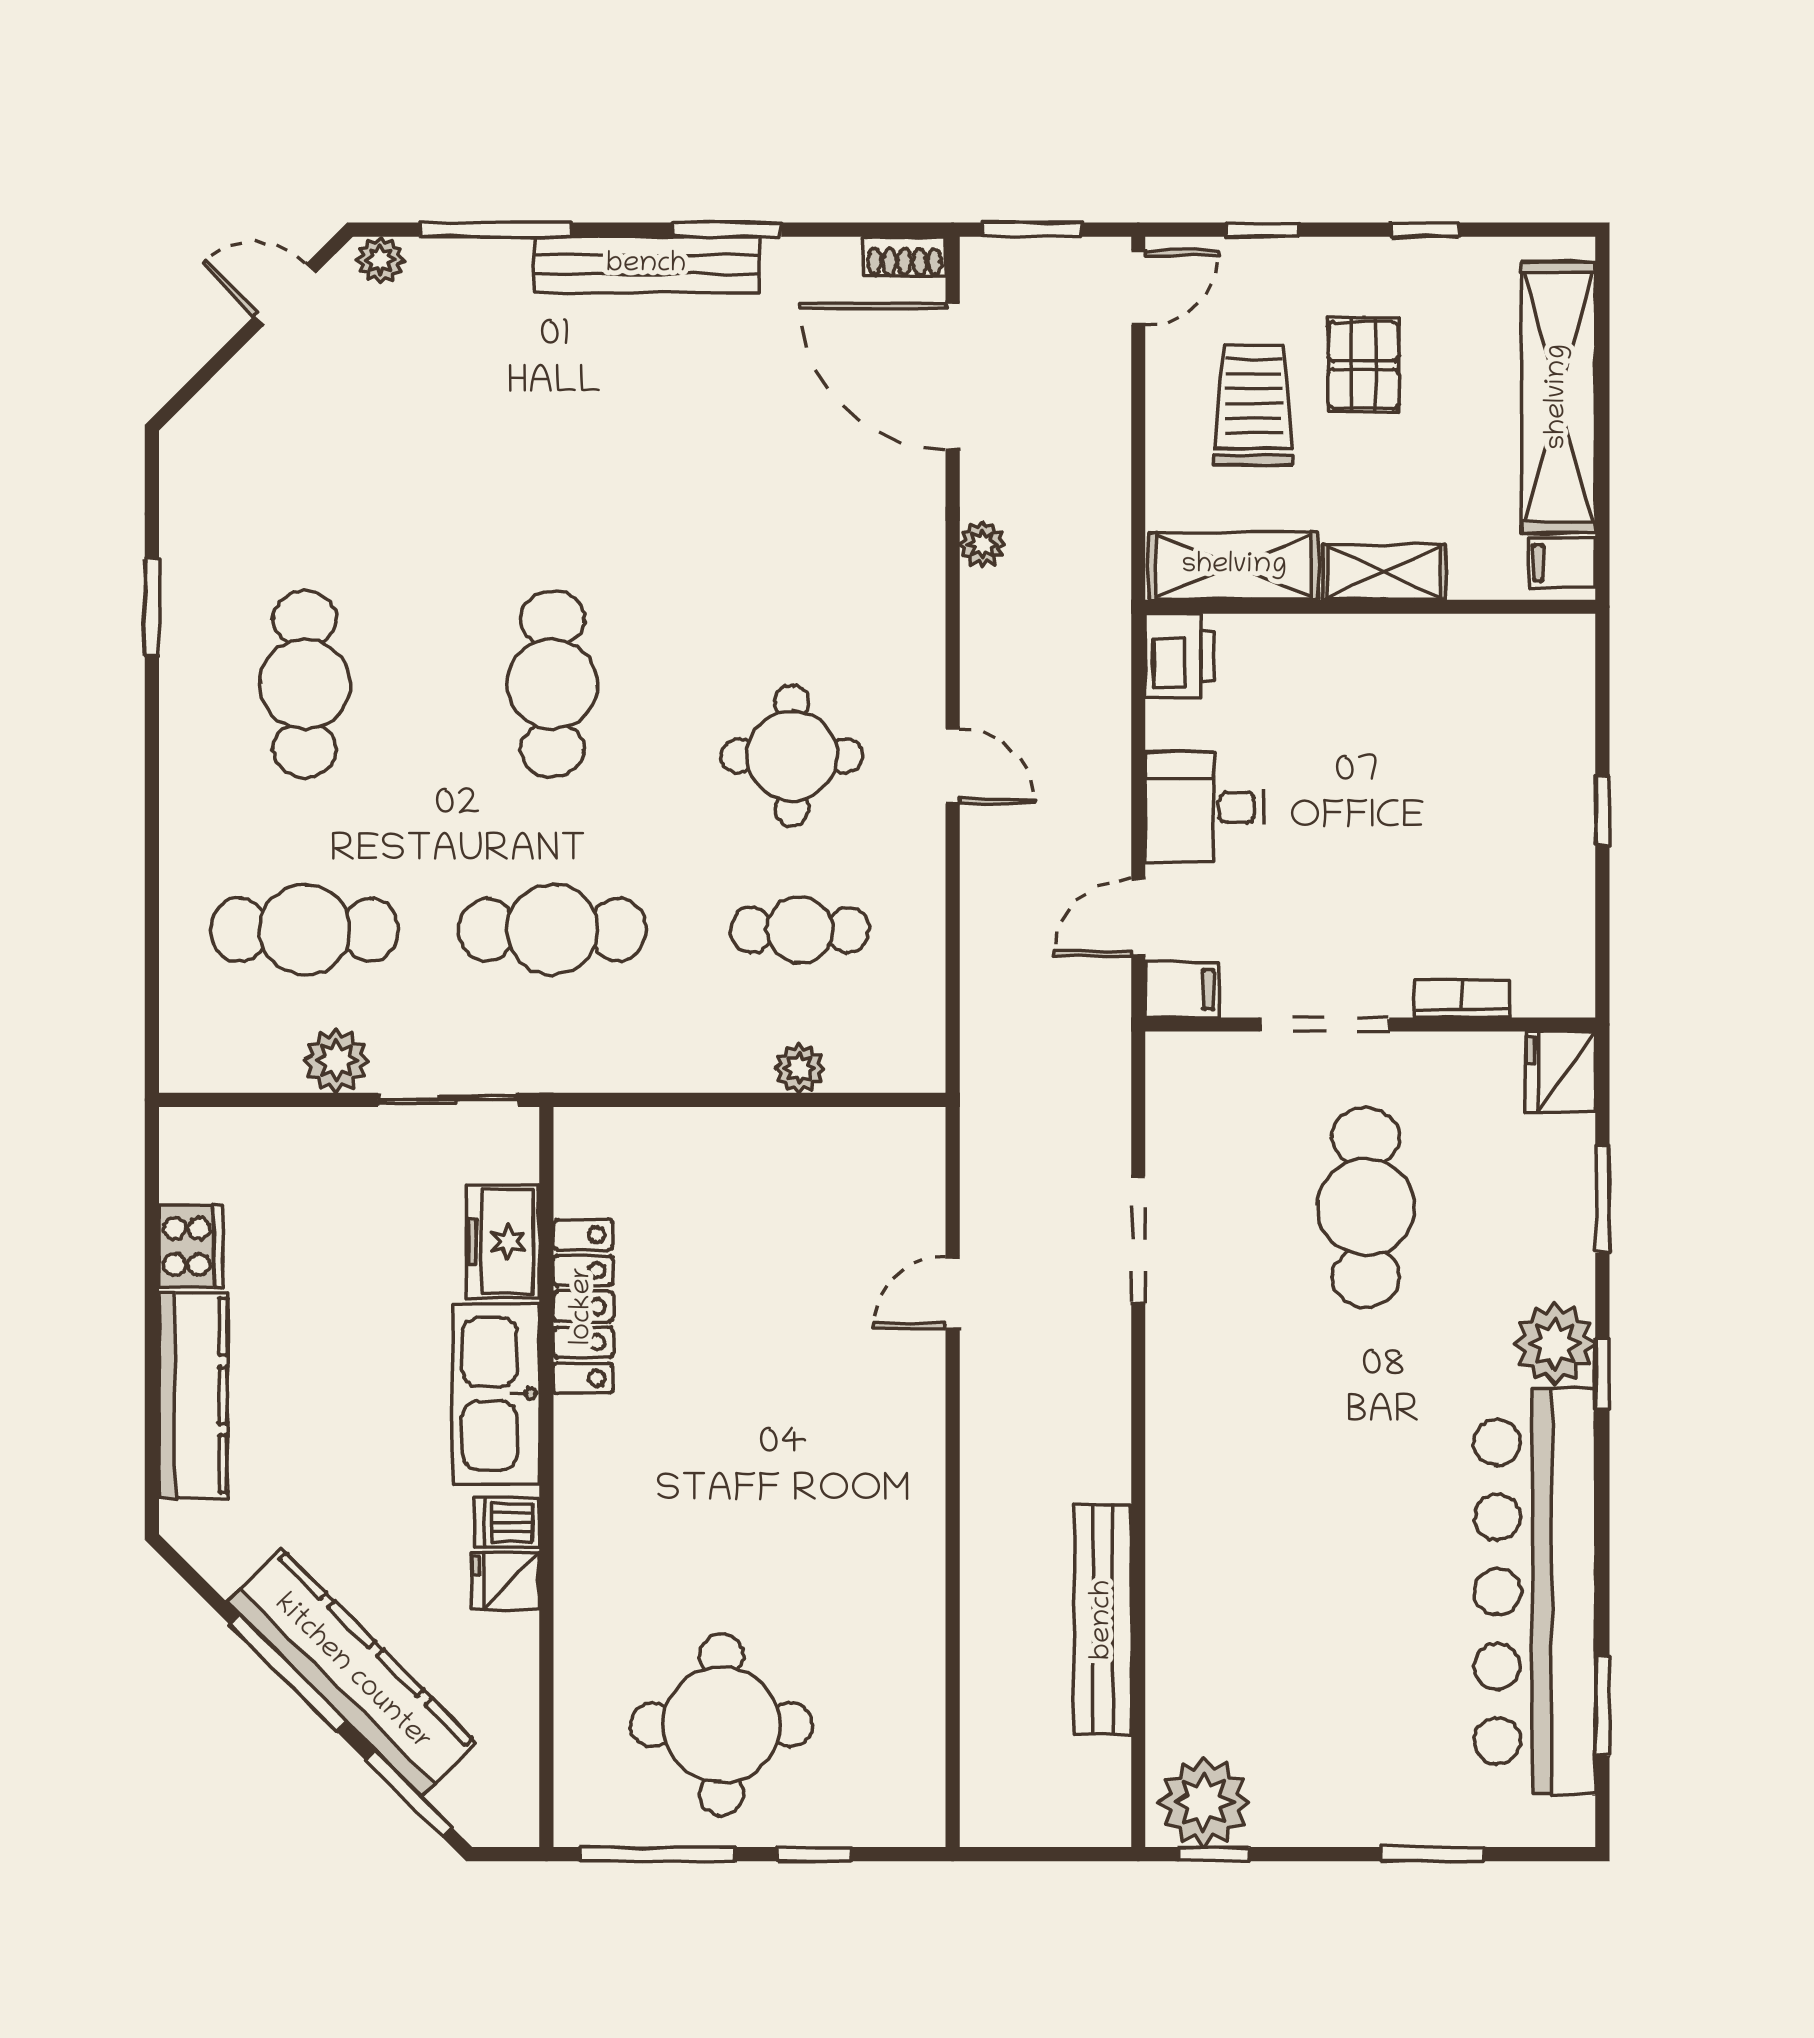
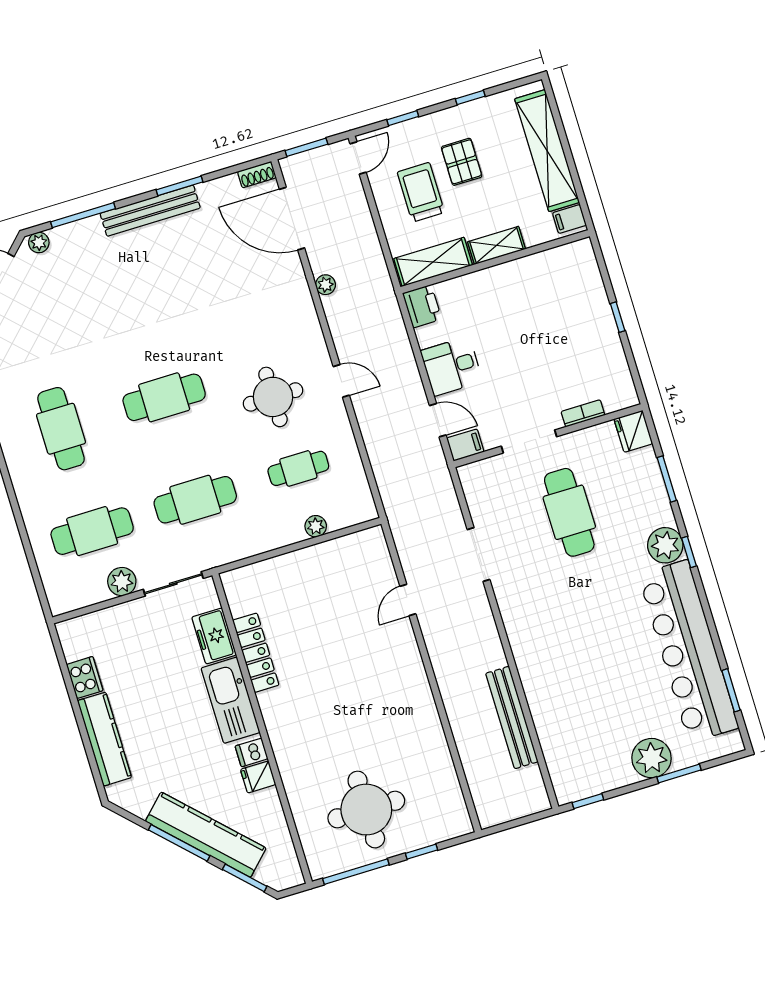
cafe table: (552, 684) -> (164, 397), turned 90
door: (1138, 917) -> (438, 420), swing flipped
plant: (1204, 1802) -> (652, 758), moved

